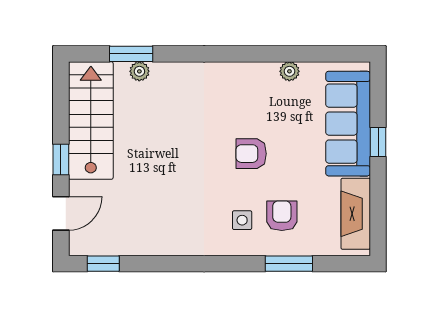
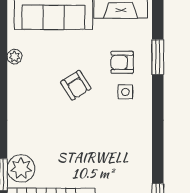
plant: (139, 71) -> (21, 168), width x1.88, depth x1.88
armchair: (251, 154) -> (76, 85), turned -32

